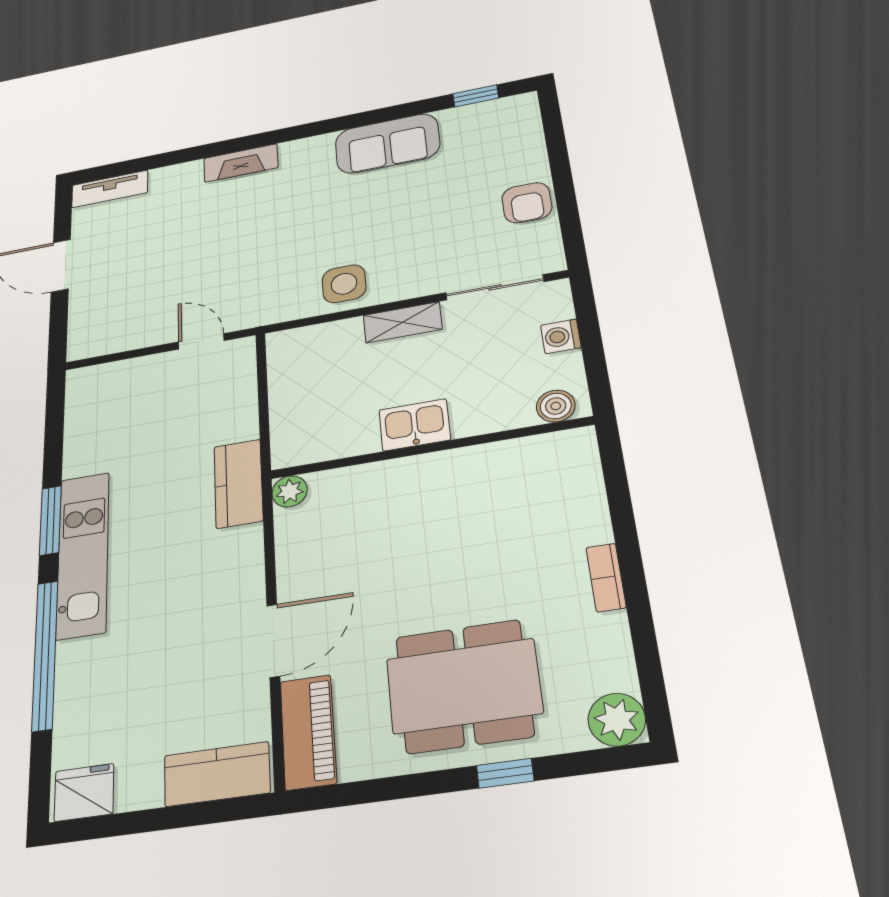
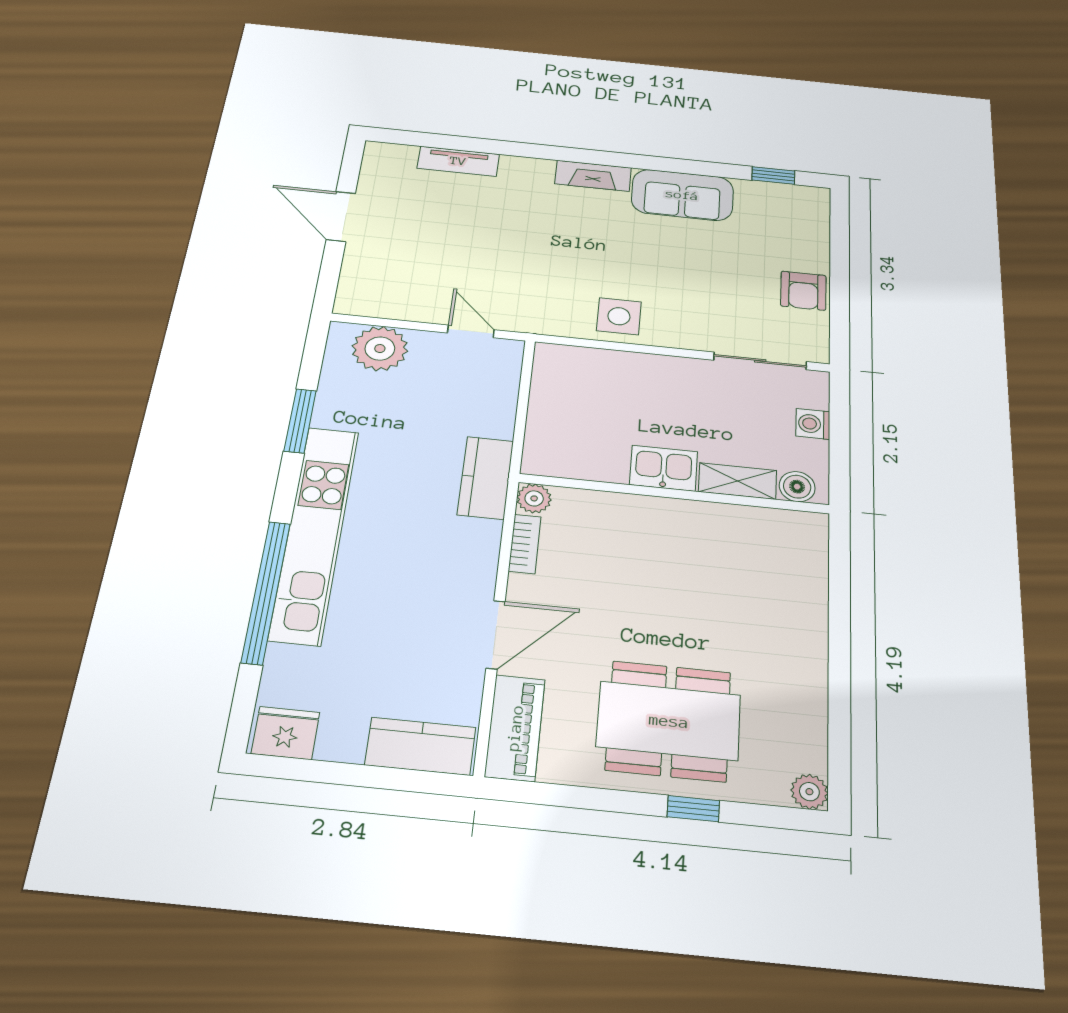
fireplace: (241, 163) -> (593, 176), moved
tv unit: (110, 189) -> (458, 161), moved
shelving: (403, 322) -> (738, 481), moved
plant: (117, 384) -> (380, 349), added
window: (50, 520) -> (300, 421), moved
kitchen unit: (83, 554) -> (315, 533), width x1.36
bookcase: (606, 577) -> (525, 544), moved, turned 180
plant: (617, 720) -> (809, 792), width x0.73, depth x0.73

